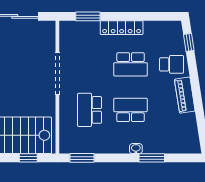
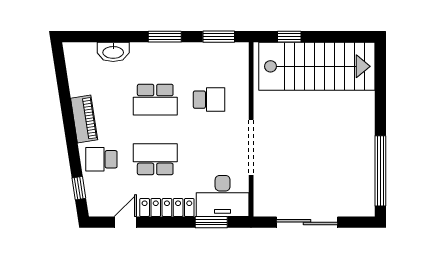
door: (153, 16) -> (125, 222), added
desk: (79, 36) -> (223, 196), added
school desk: (90, 110) -> (209, 100), width x0.54
washbasin: (136, 149) -> (113, 52), moved, width x1.91, depth x1.45
window: (152, 158) -> (165, 37), moved

